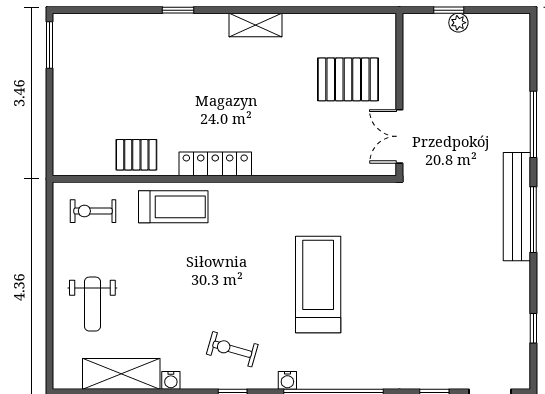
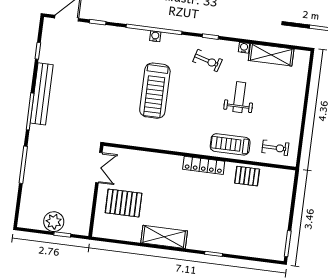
plant: (458, 23) -> (54, 222), width x1.87, depth x1.87
shelving: (256, 25) -> (164, 237), width x1.50, depth x1.33
bench: (517, 207) -> (42, 94), moved
weight bench: (92, 304) -> (239, 97), moved
water cooler: (287, 380) -> (155, 36), moved

